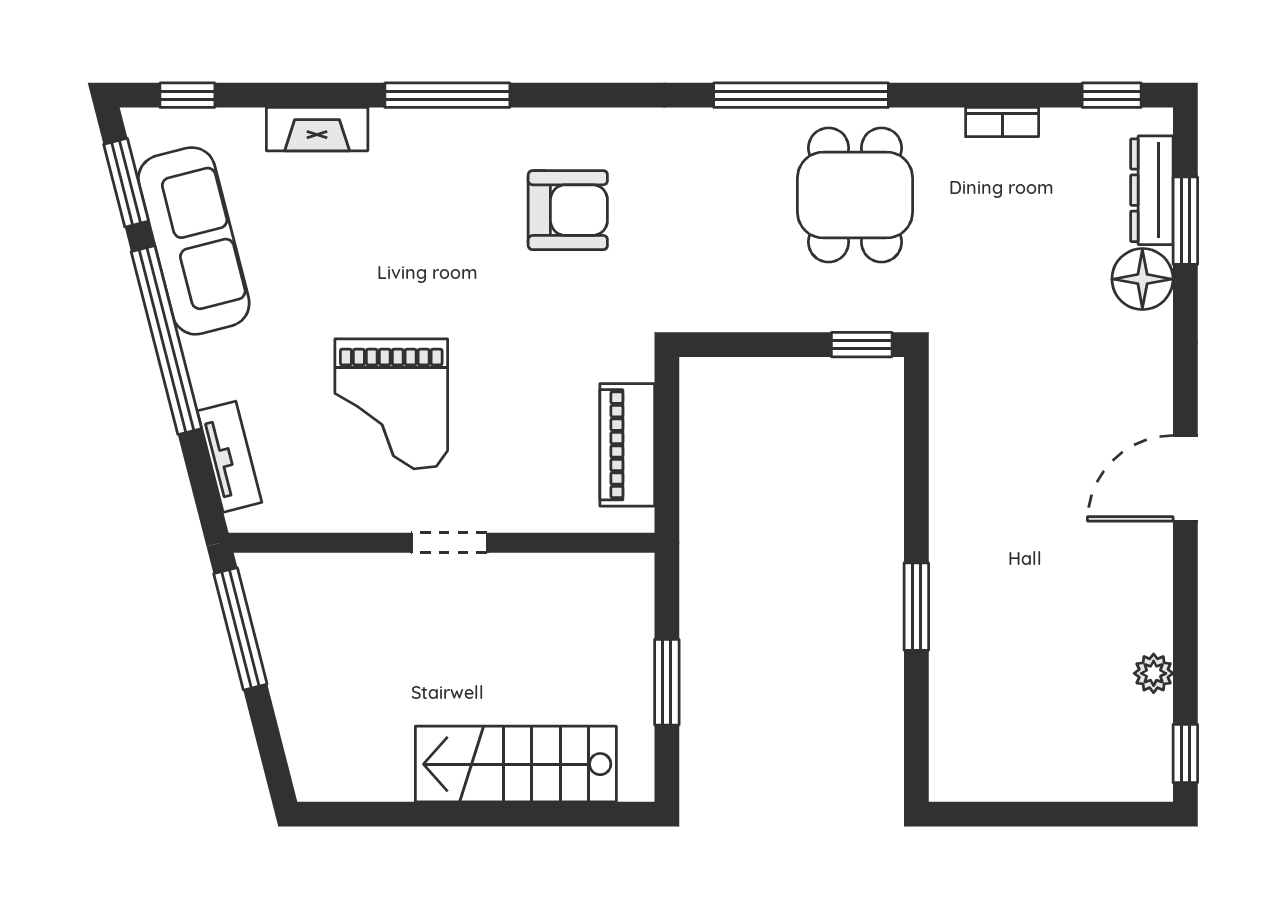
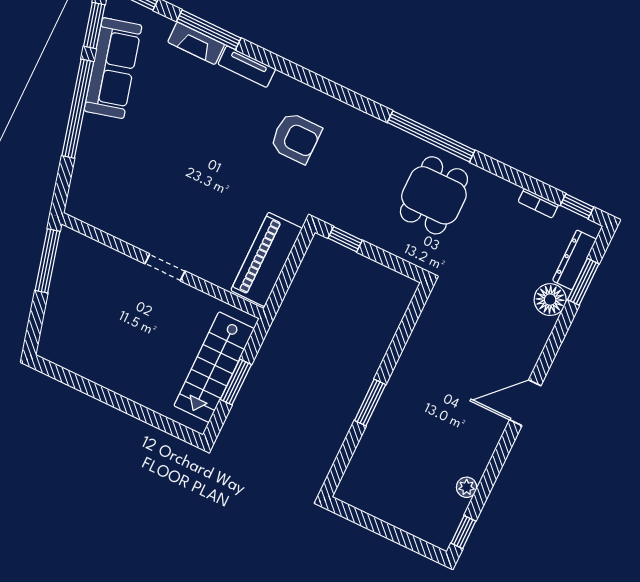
window: (447, 95) -> (209, 30), moved
bookcase: (1002, 122) -> (538, 203), moved
window: (862, 345) -> (345, 239), moved
grand piano: (391, 404) -> (169, 189), removed
piano: (627, 445) -> (266, 259), width x1.37, depth x1.33
tv unit: (230, 457) -> (247, 67), moved, turned 104
stairs: (516, 764) -> (214, 367), moved, turned -90

